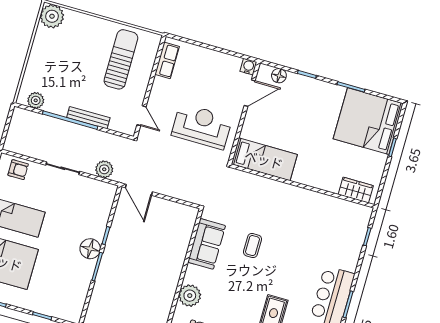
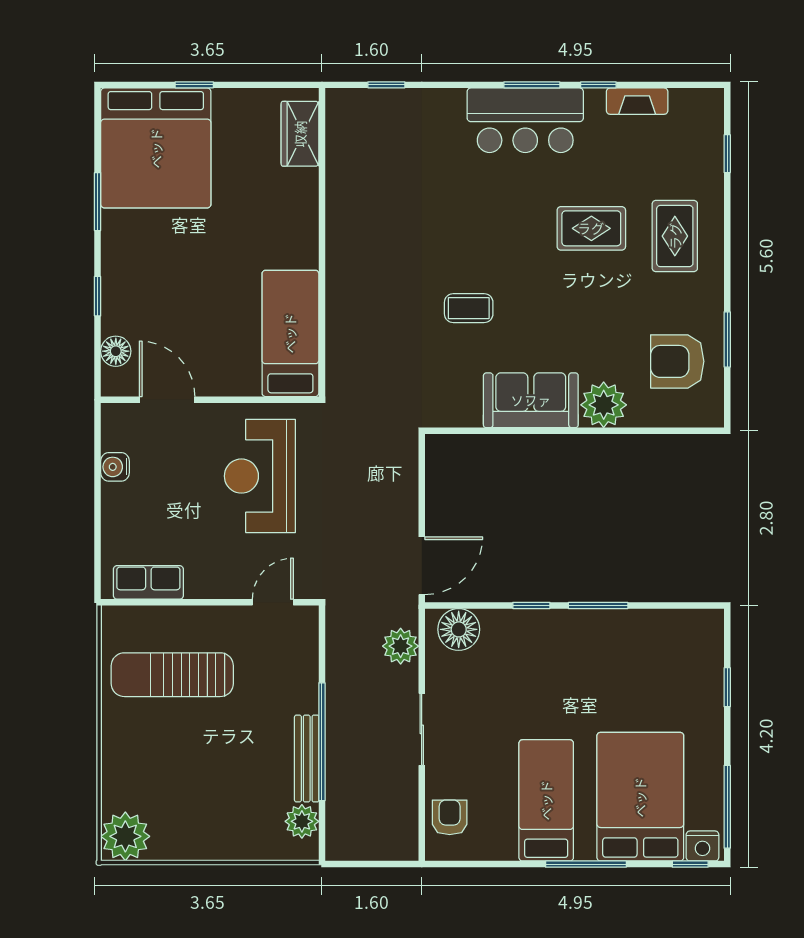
water cooler: (248, 67) -> (115, 467), moved
bench: (88, 118) -> (307, 759), moved
sofa: (207, 244) -> (531, 400), moved
floor lamp: (90, 249) -> (459, 629), moved

